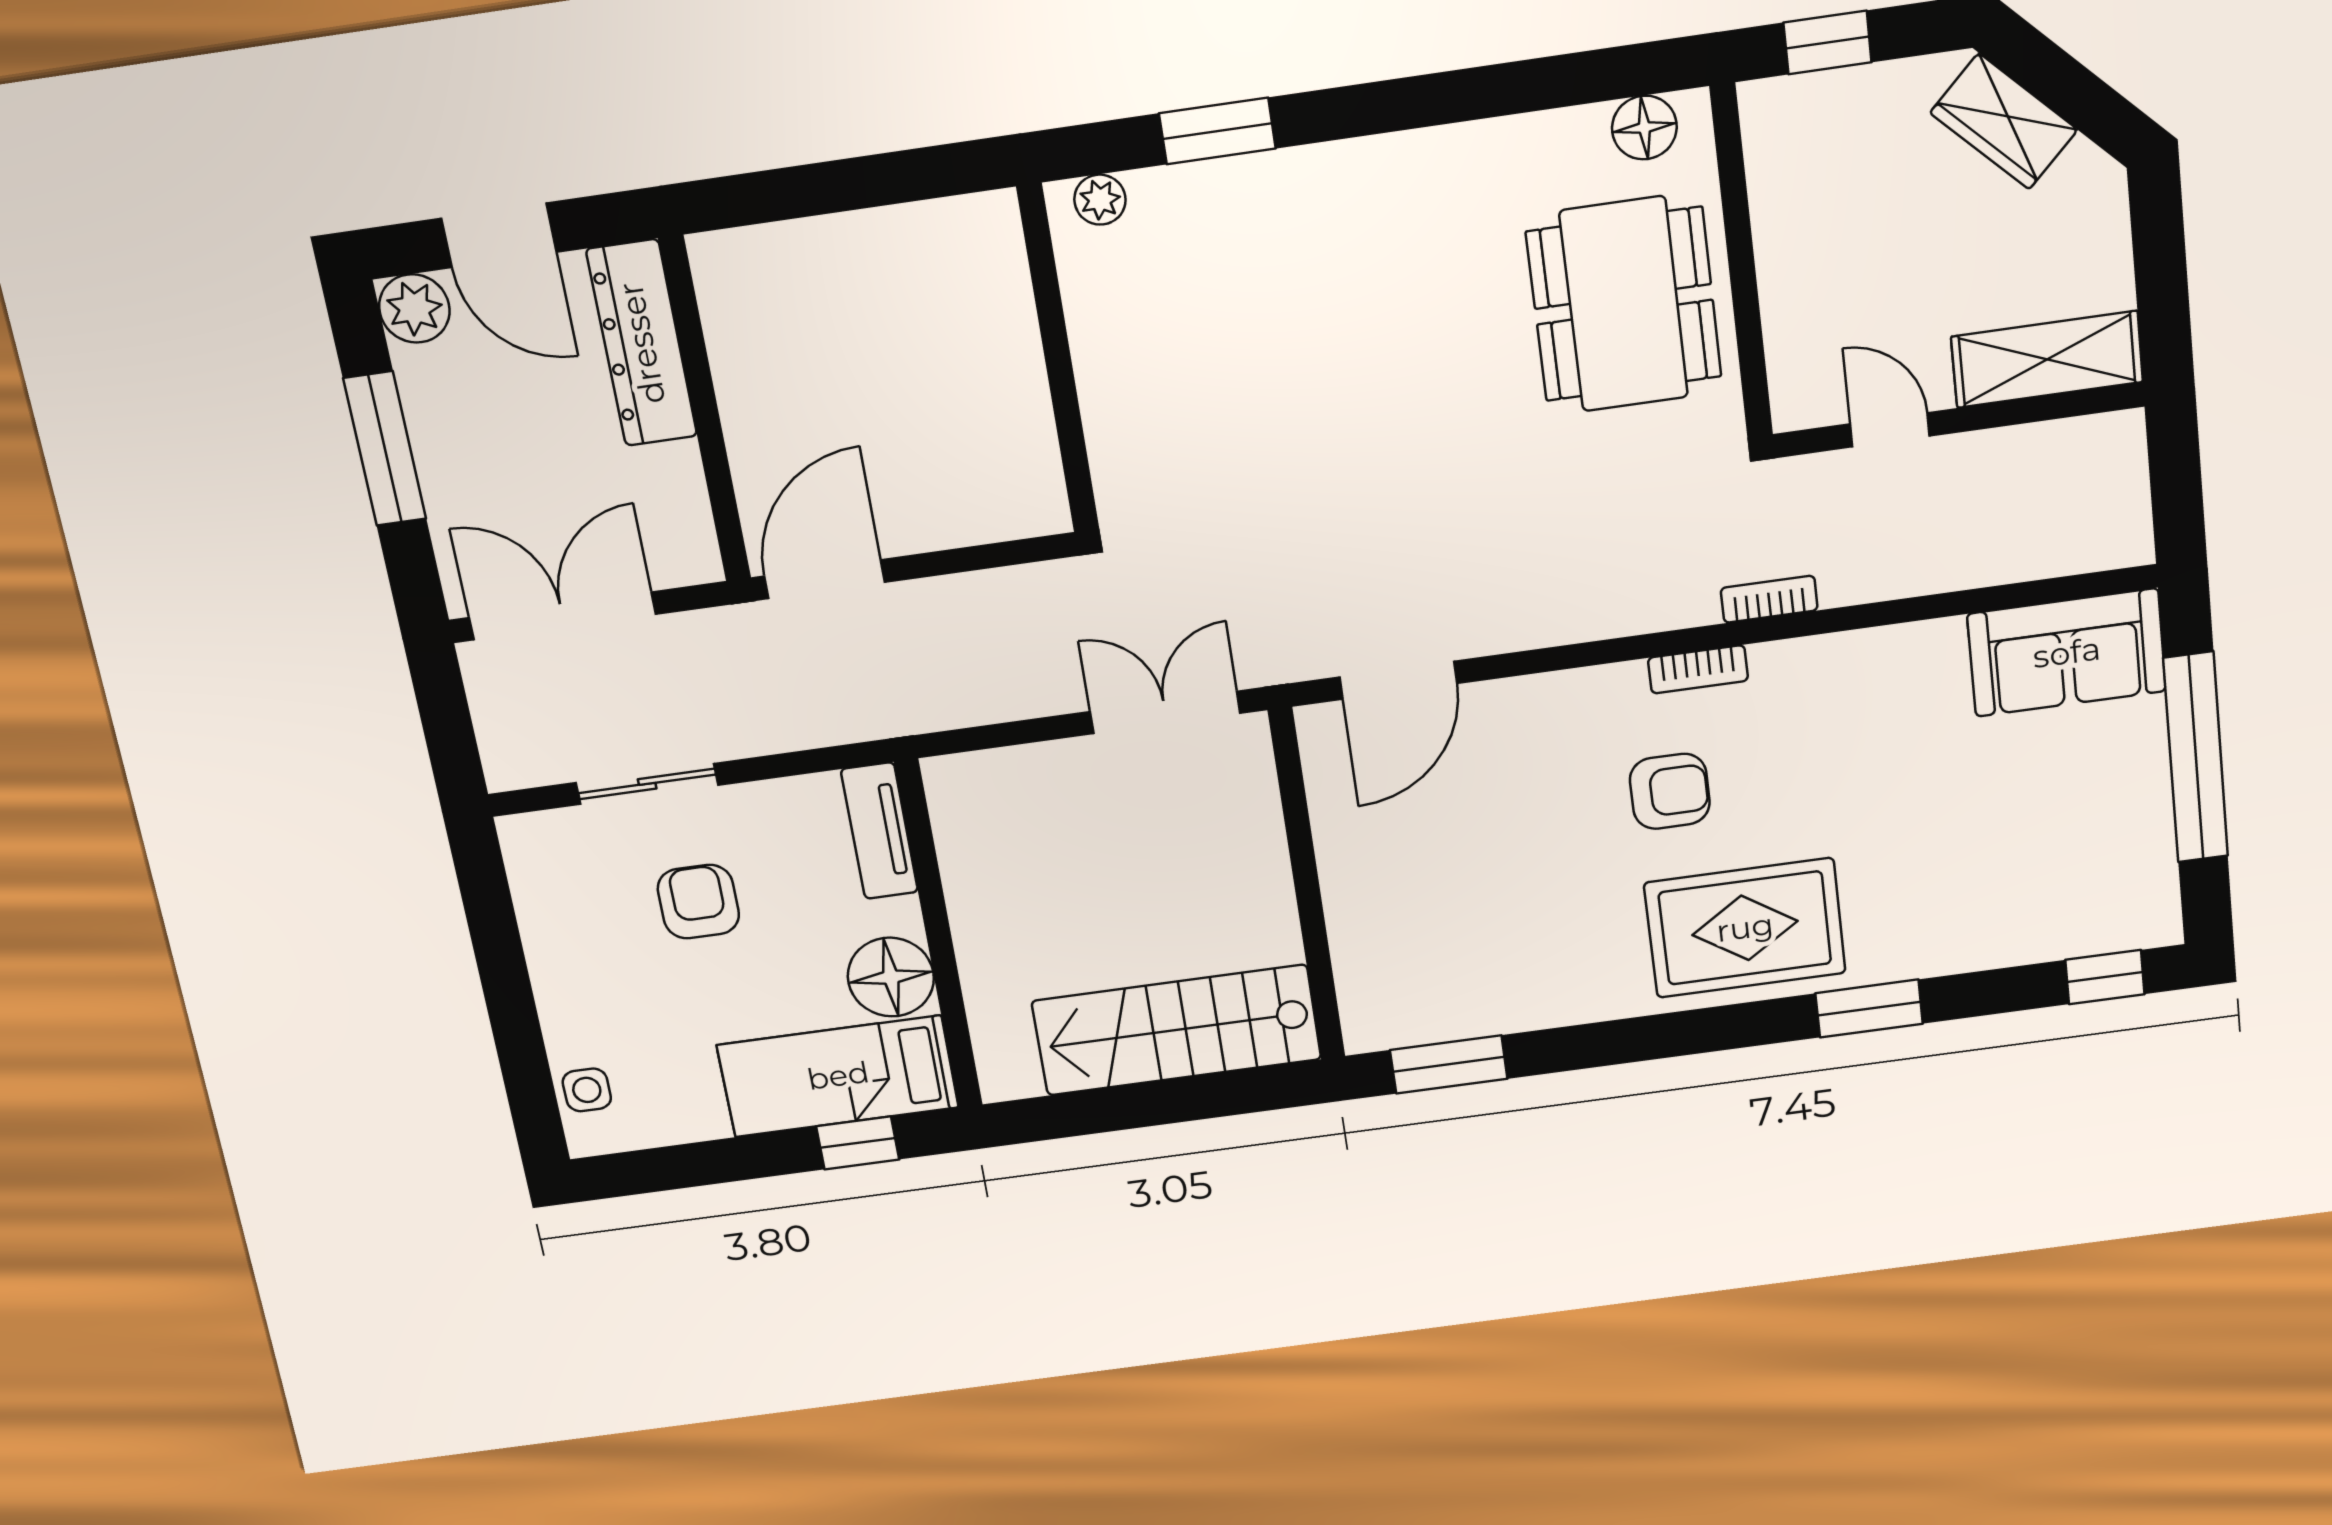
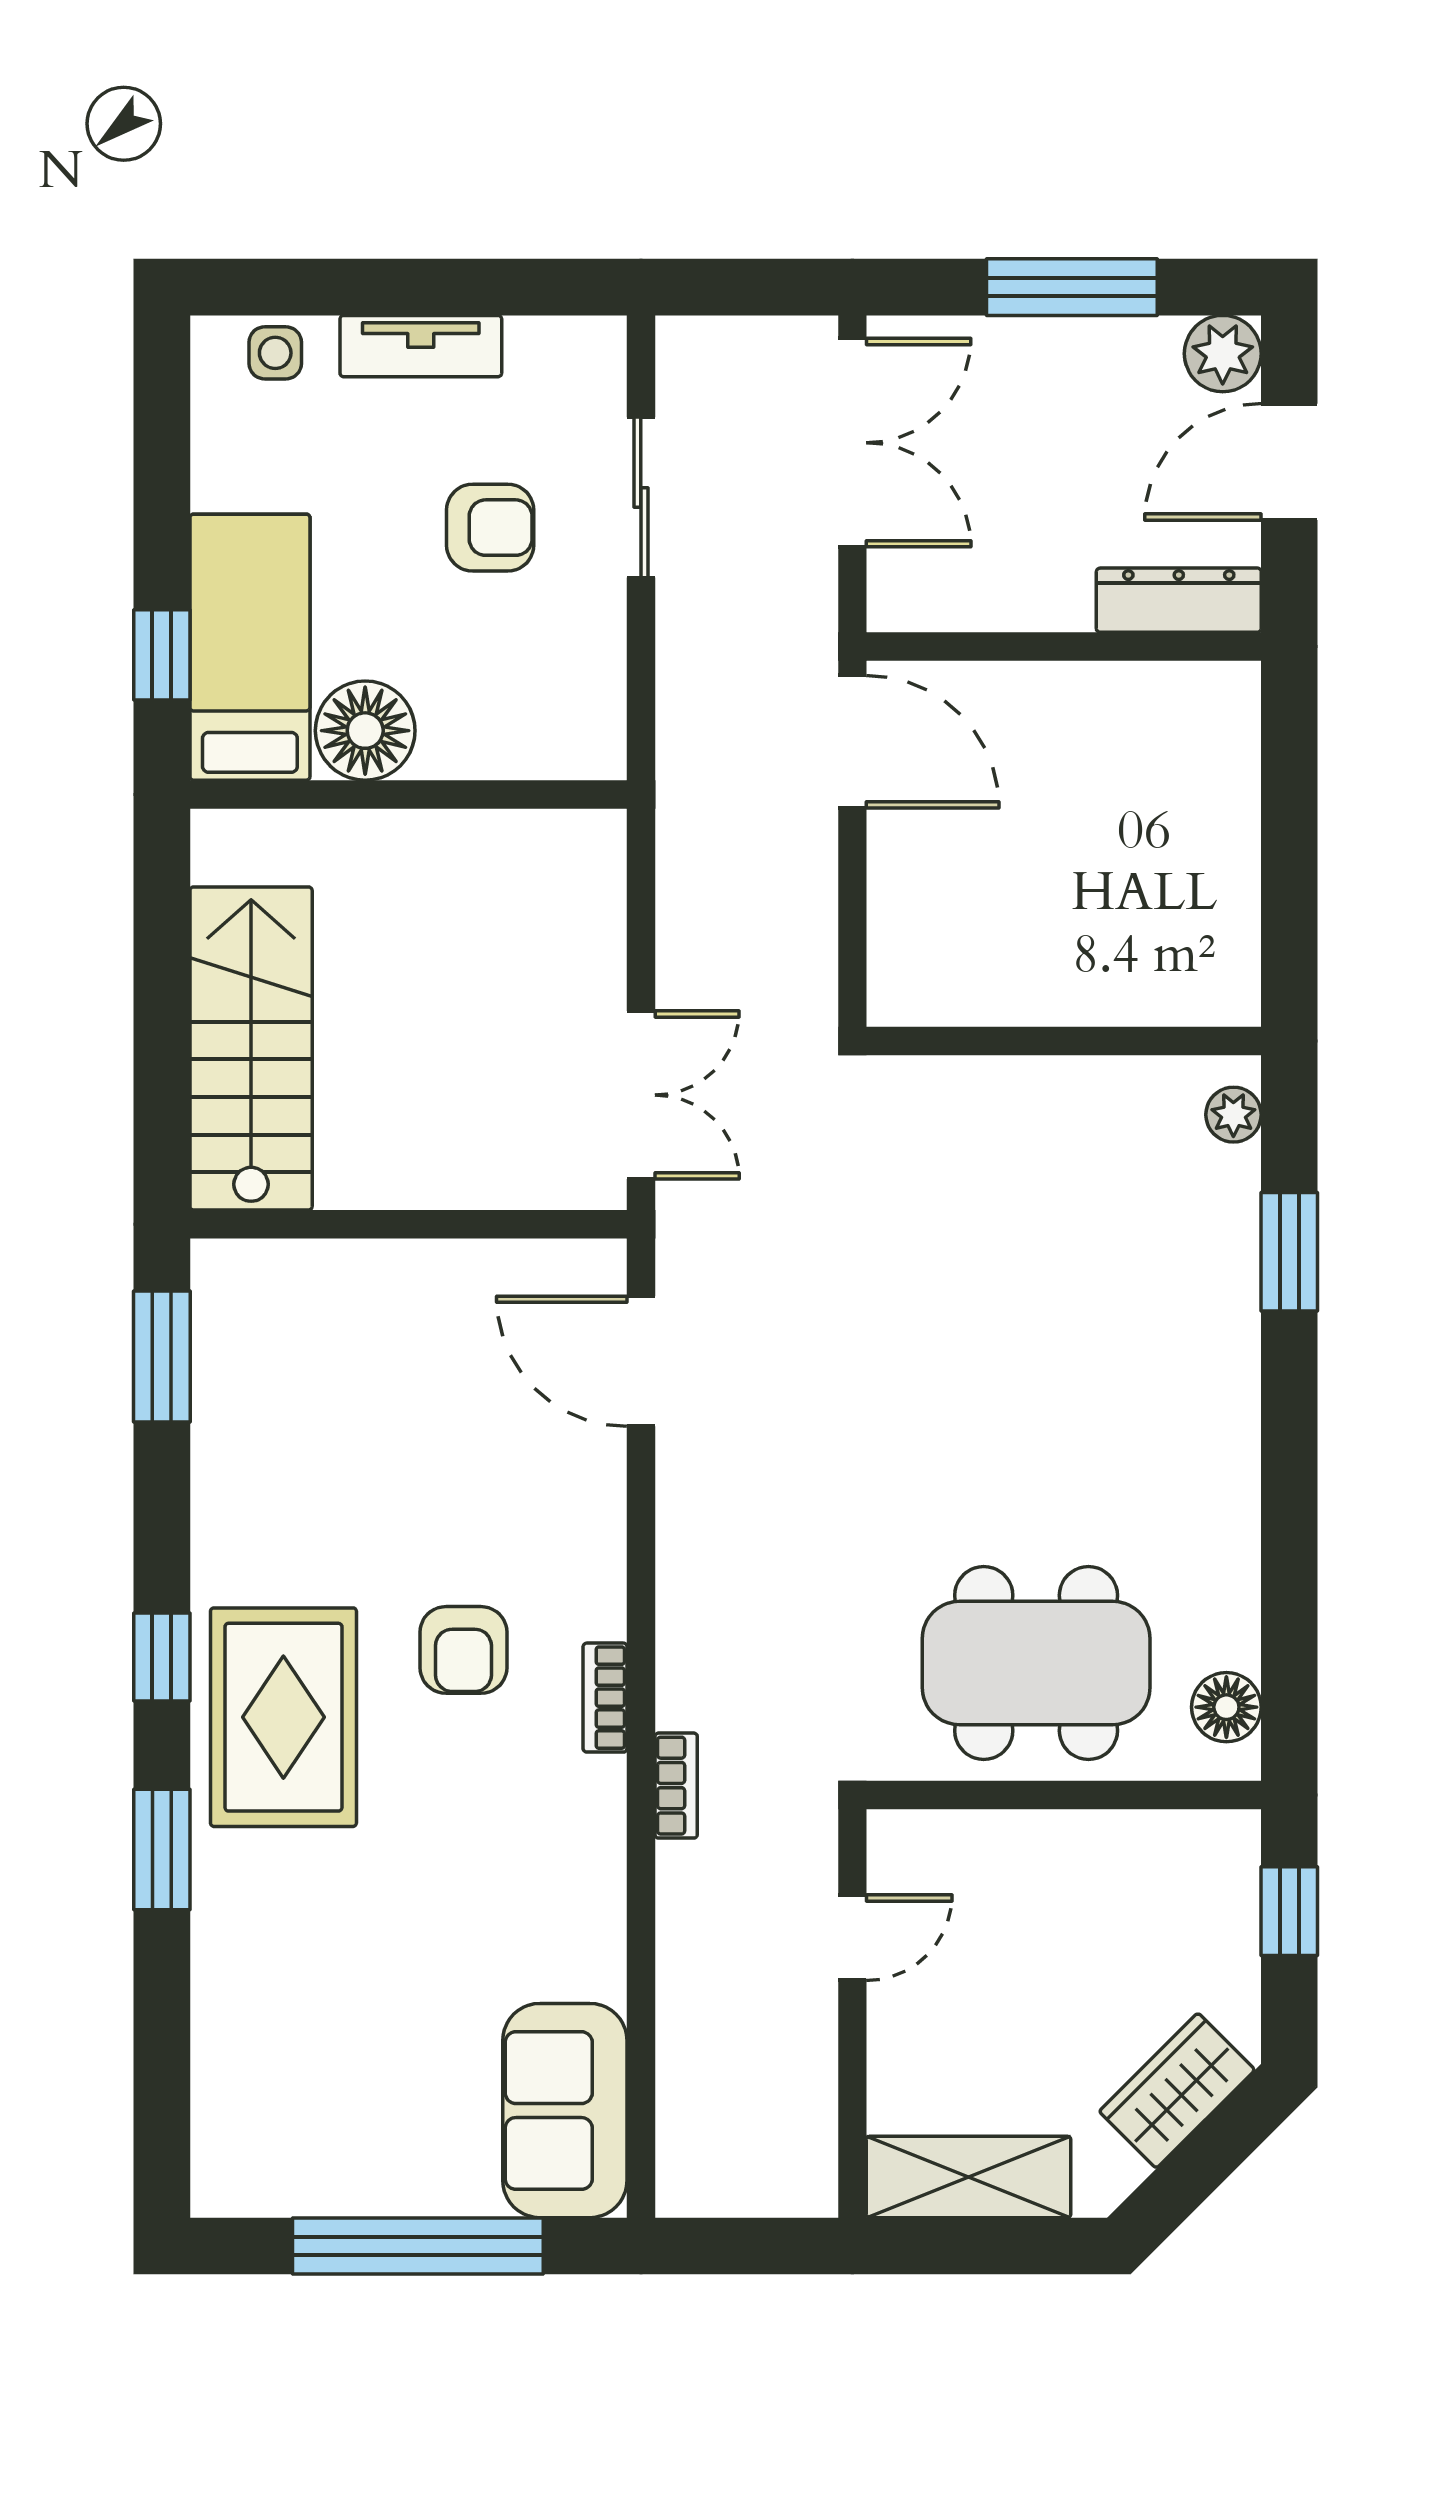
dresser: (642, 343) -> (1179, 600), width x0.73, depth x0.80
shelving: (2047, 359) -> (969, 2177), moved, turned 90
tv unit: (879, 831) -> (421, 346), moved, turned 180
window: (2105, 977) -> (162, 1657), moved

